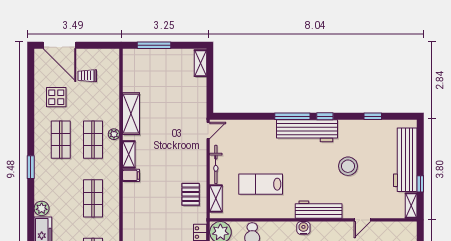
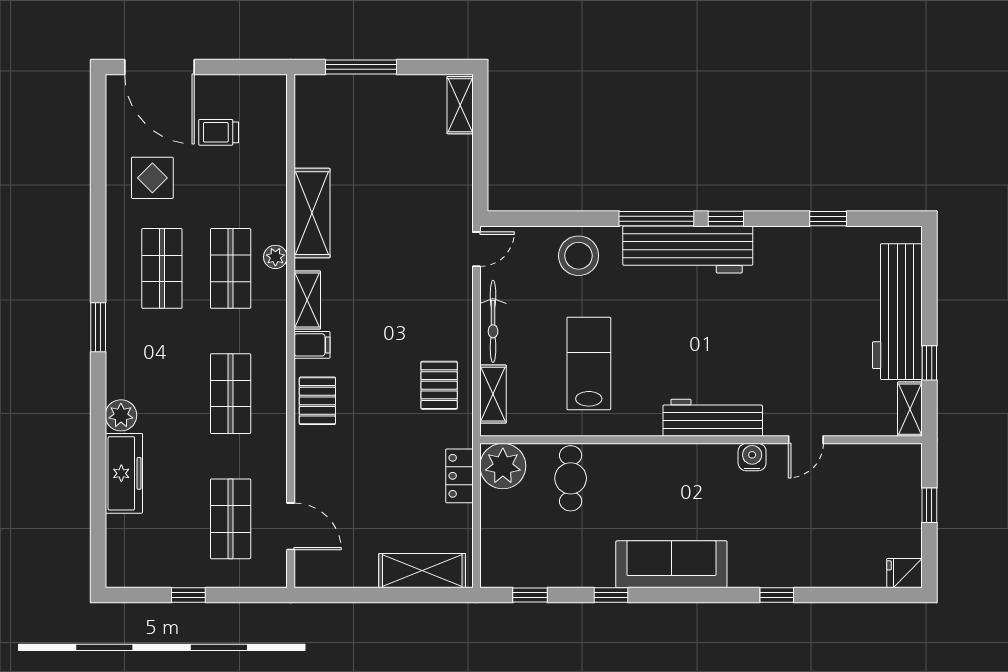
stool: (348, 166) -> (579, 256), moved
lab bench: (261, 184) -> (589, 363), turned 90
pallet: (134, 202) -> (317, 401), added
water cooler: (303, 228) -> (752, 457), moved

